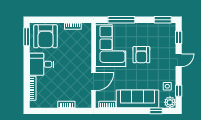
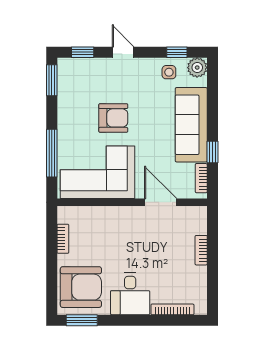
window: (156, 111) -> (212, 152), moved

